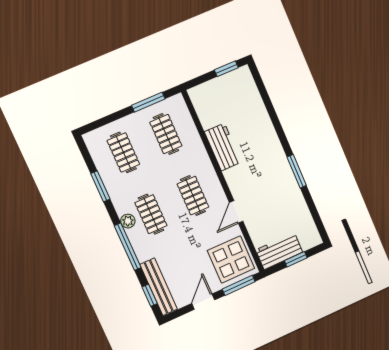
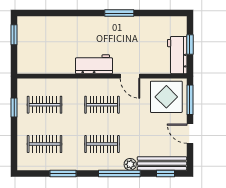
window: (148, 102) -> (14, 107), width x0.67
workbench: (223, 147) -> (94, 64), moved
plant: (128, 221) -> (130, 164), moved

